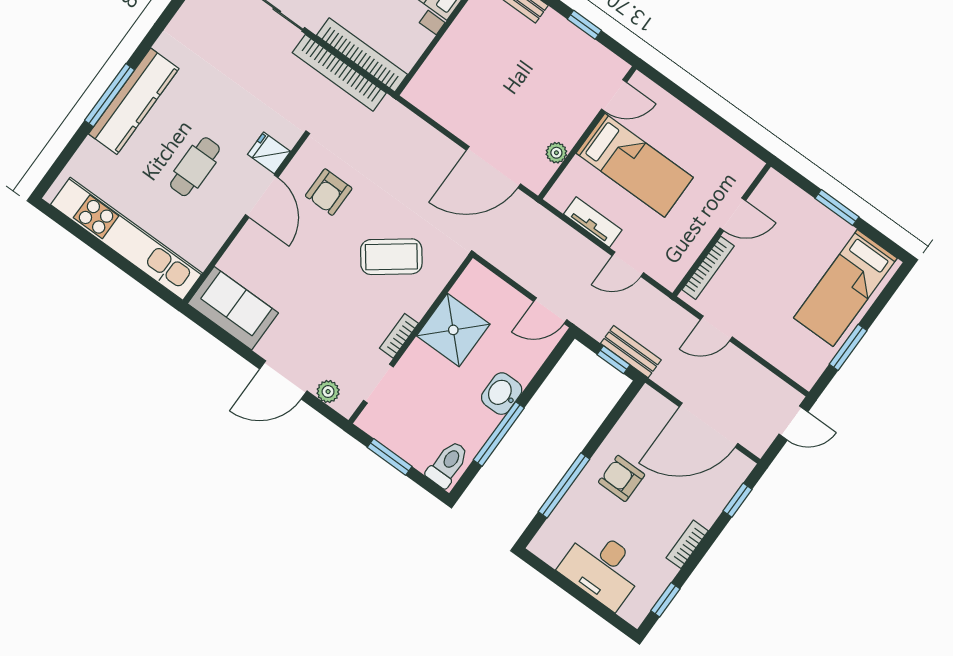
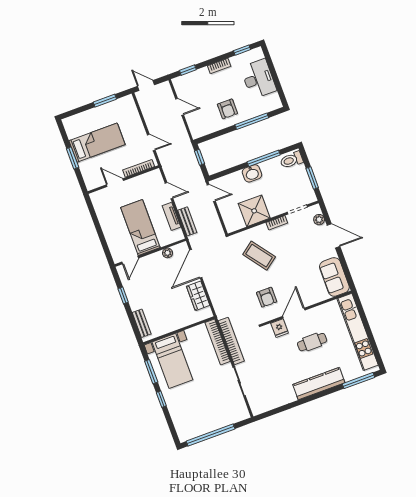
window: (110, 95) -> (359, 381), moved
door: (614, 96) -> (130, 260), swing flipped
wardrobe: (451, 113) -> (198, 296), added
door: (494, 167) -> (196, 264), swing flipped
armchair: (329, 192) -> (267, 297), turned 90
bed: (845, 288) -> (97, 143), moved
bench: (631, 352) -> (187, 221), moved
door: (709, 425) -> (180, 107), width x0.53

